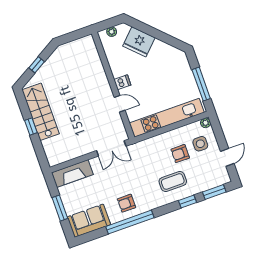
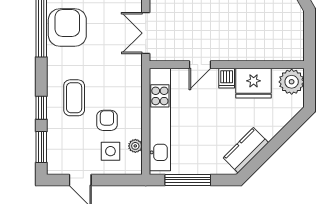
plant: (112, 32) -> (292, 82), width x1.87, depth x1.87
fridge: (139, 42) -> (254, 83), moved, turned -135
kitchen counter: (167, 52) -> (246, 150), added
plant: (206, 123) -> (135, 146), moved
armchair: (127, 203) -> (67, 28), width x1.88, depth x1.88

